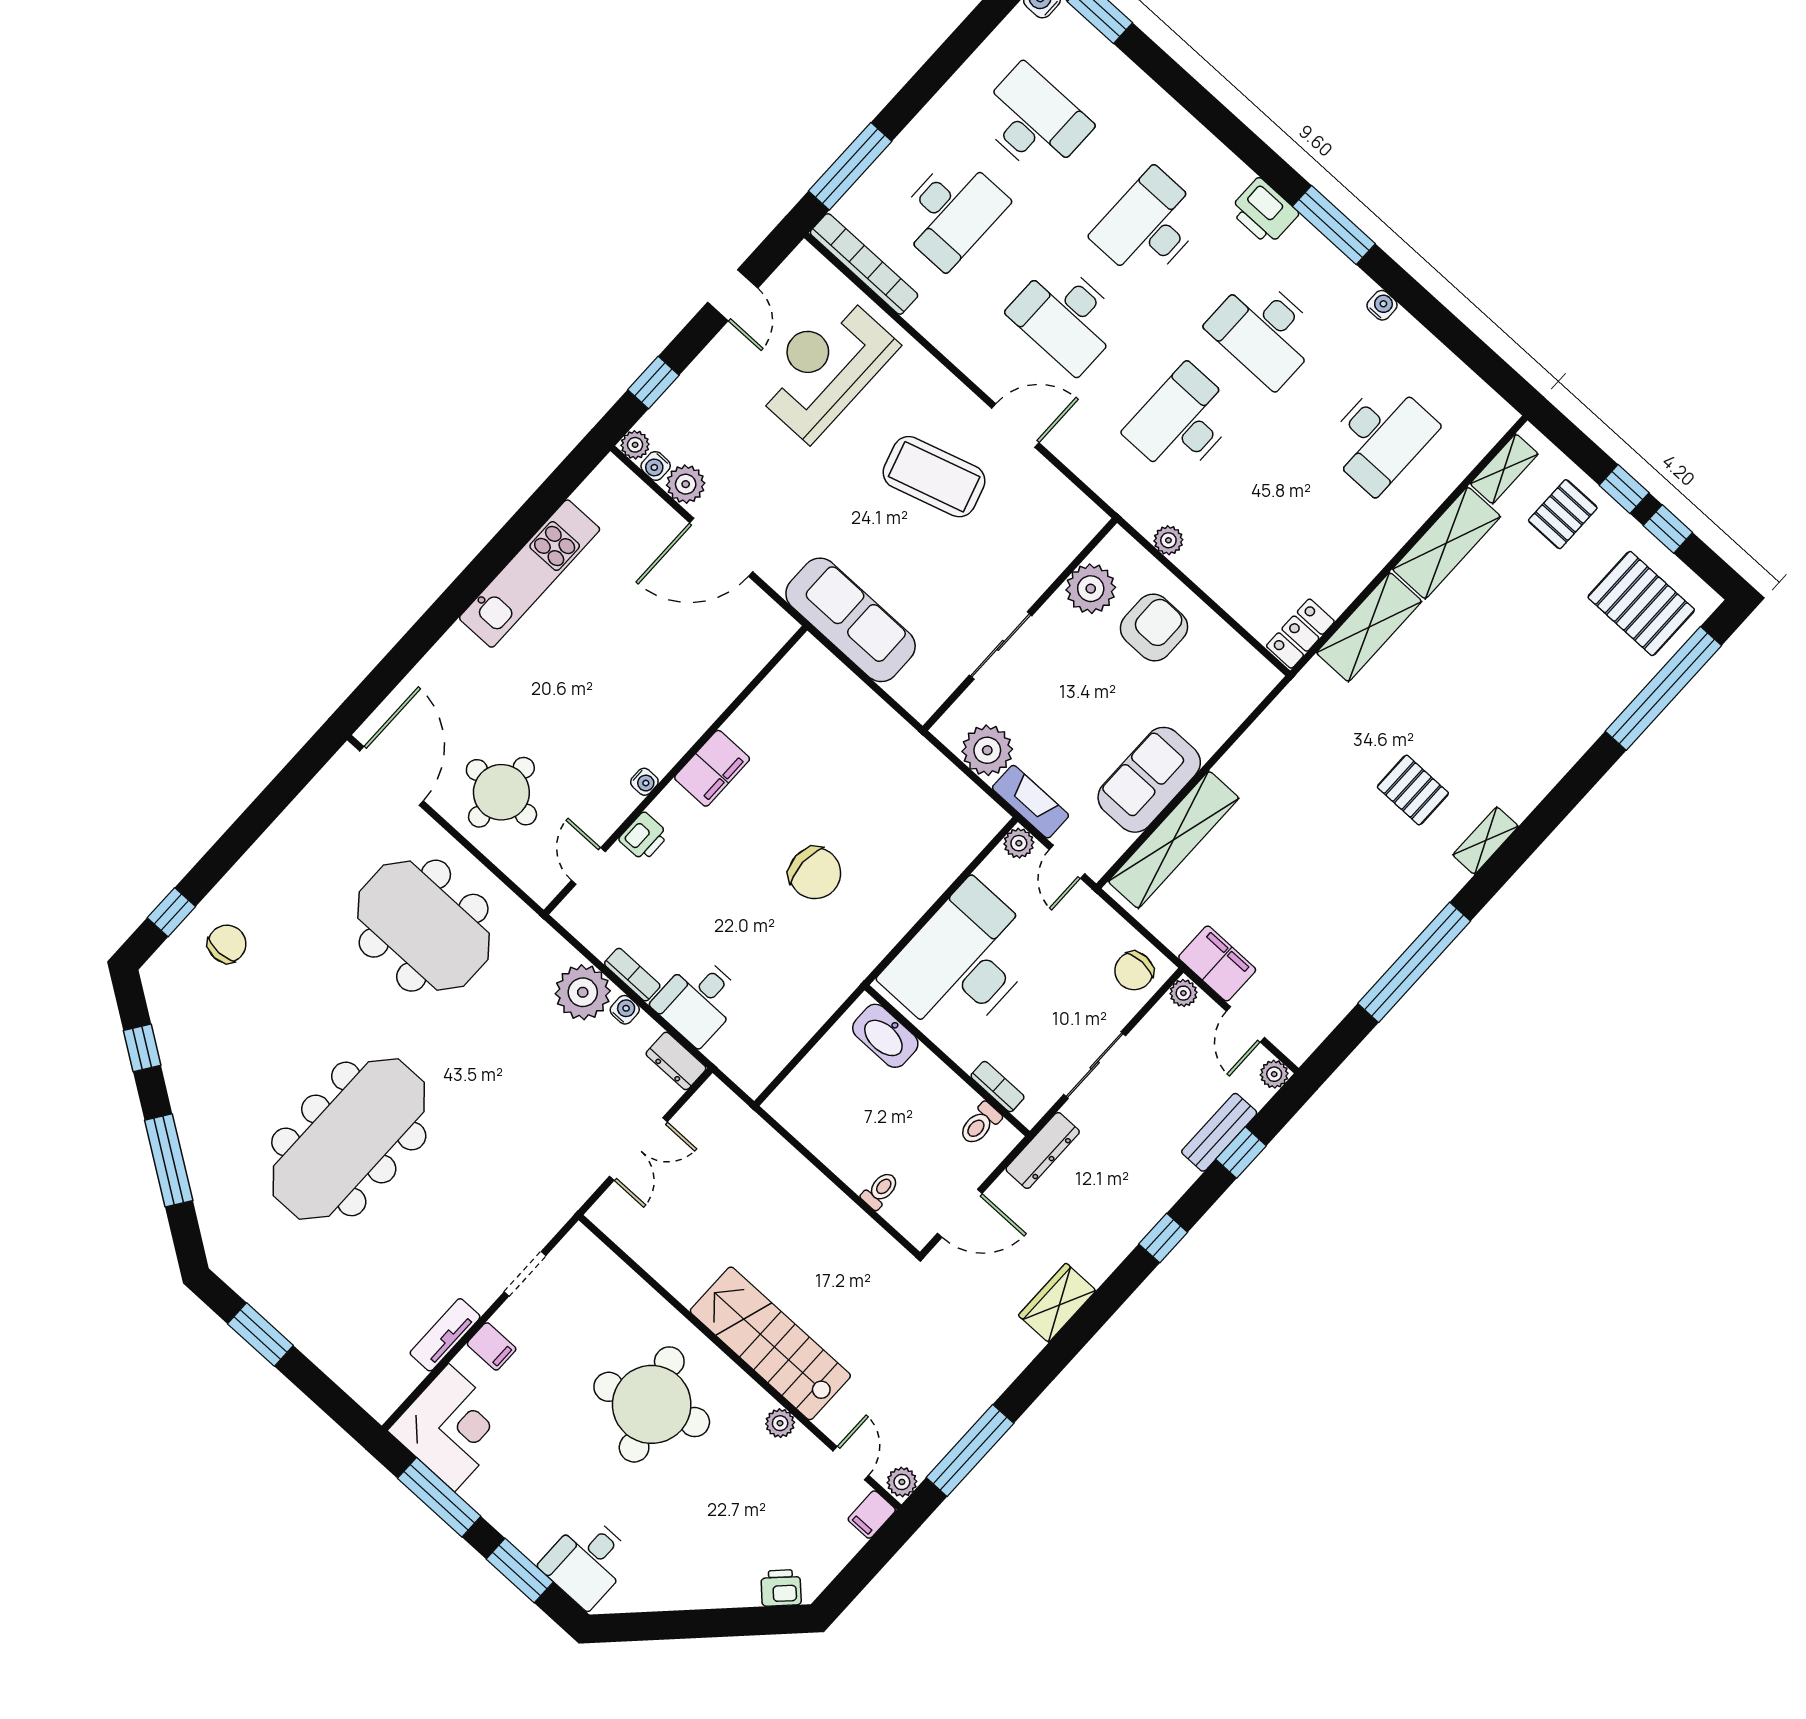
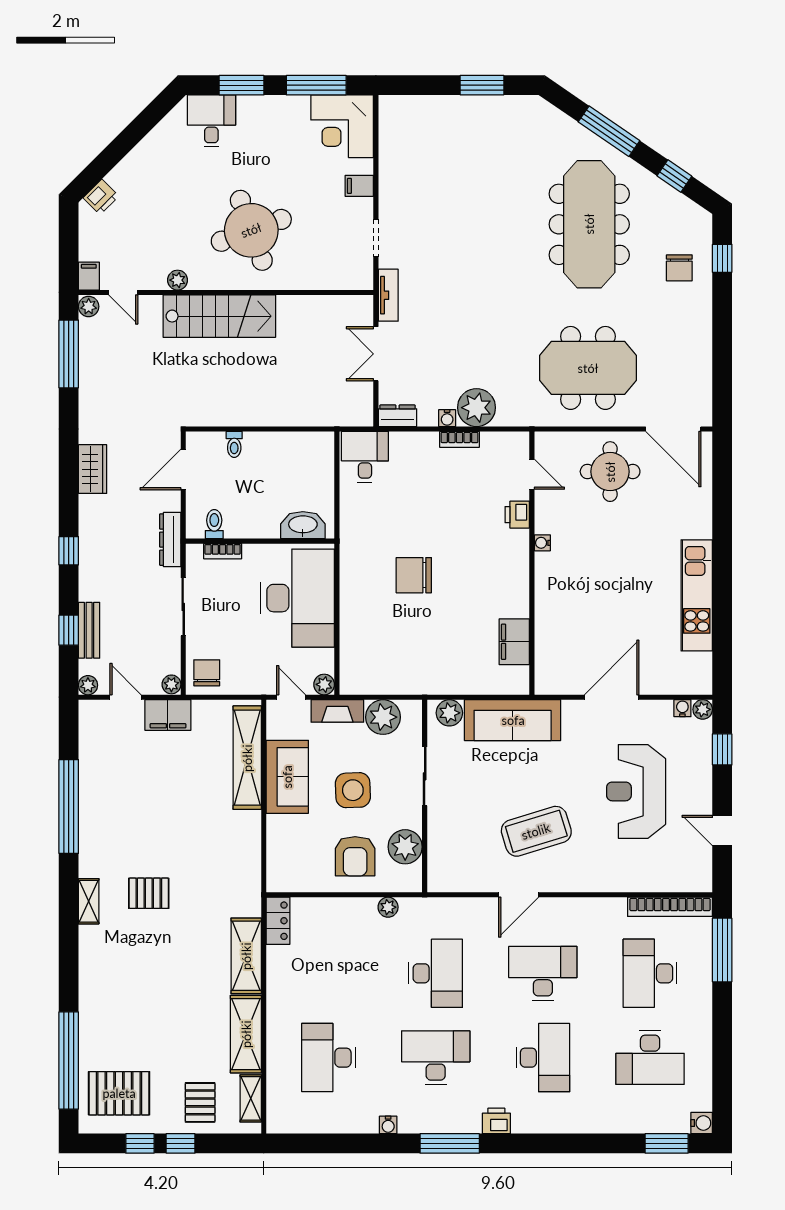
printer: (1264, 212) -> (496, 1121), width x0.73, depth x0.81
reception desk: (824, 367) -> (636, 791), moved, turned 180
plant: (686, 484) -> (449, 713), moved
side table: (1092, 701) -> (353, 790), added
filing cabinet: (712, 768) -> (514, 642), moved
desk: (698, 1000) -> (365, 457), moved
meeting table: (349, 1139) -> (589, 224), moved
tv unit: (445, 1335) -> (388, 295), moved

